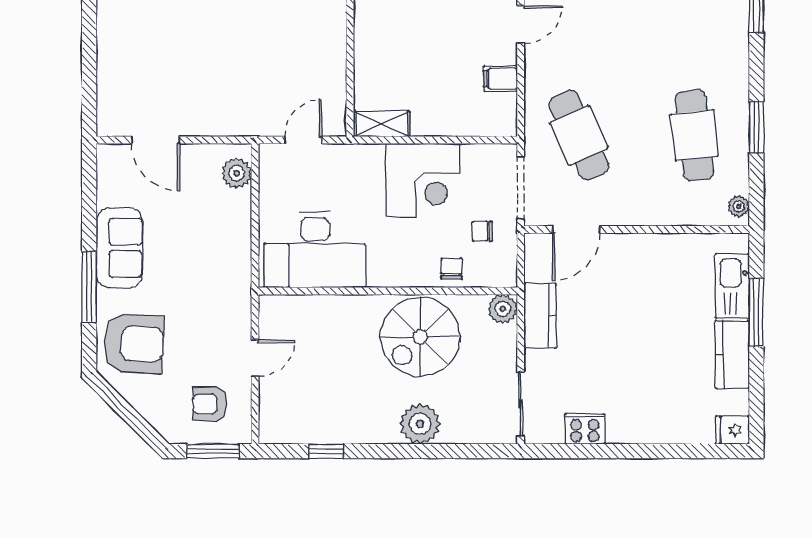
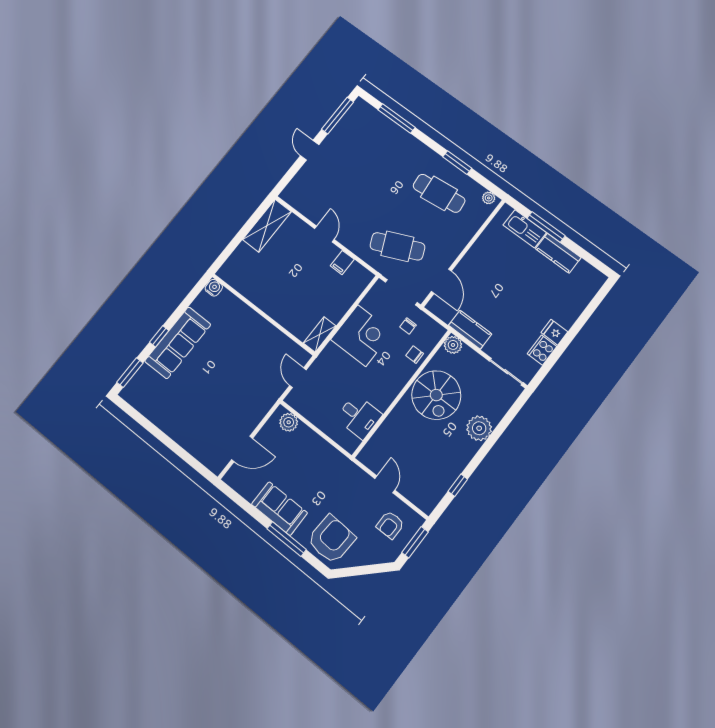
desk: (315, 250) -> (359, 416), width x0.53, depth x0.77
fridge: (732, 430) -> (554, 332), moved, turned 90

